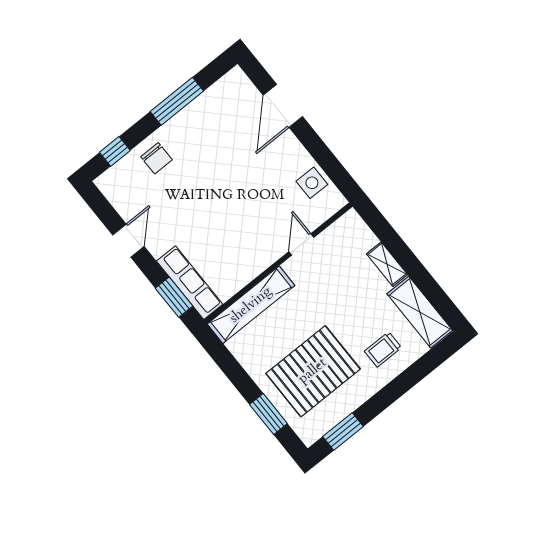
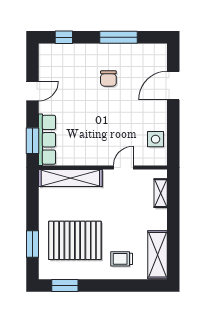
chair: (156, 158) -> (108, 78), moved
shelving: (387, 264) -> (161, 193), moved

